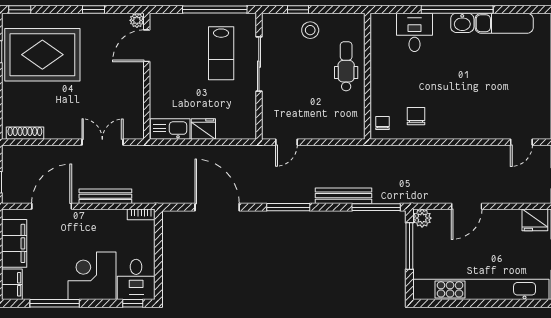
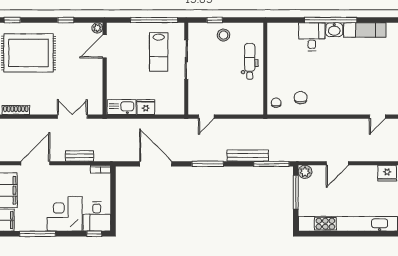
desk: (415, 32) -> (312, 37), moved
bench: (105, 196) -> (80, 156), width x0.73

